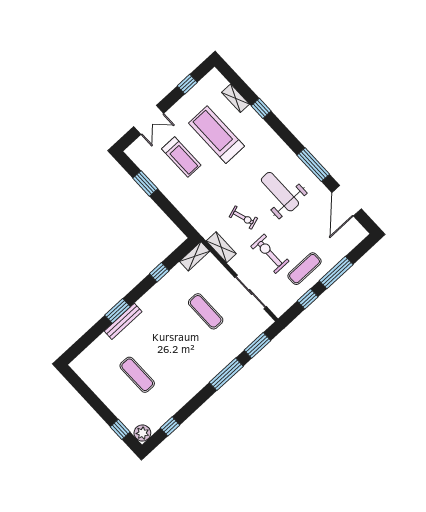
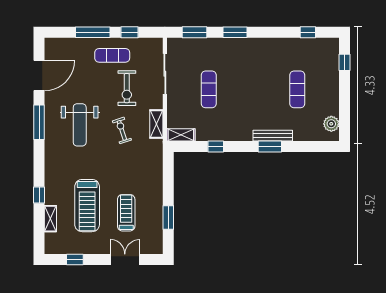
window: (226, 374) -> (235, 32), width x0.69
plant: (142, 433) -> (331, 124), moved

